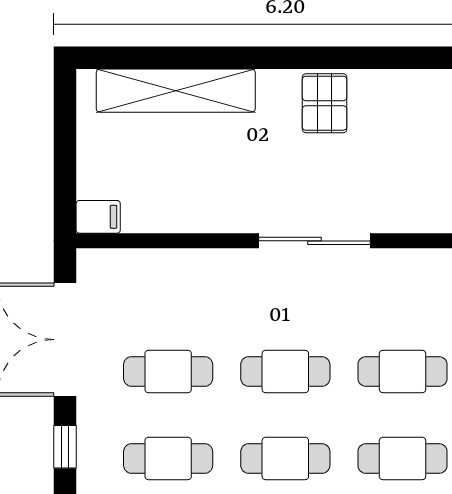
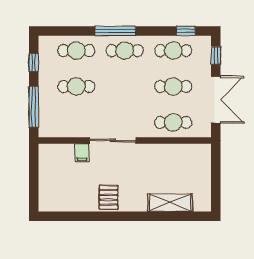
shelving: (176, 91) -> (170, 203), width x0.68
filing cabinet: (98, 217) -> (82, 153), moved, turned -90
cafe table: (285, 372) -> (173, 122), moved

